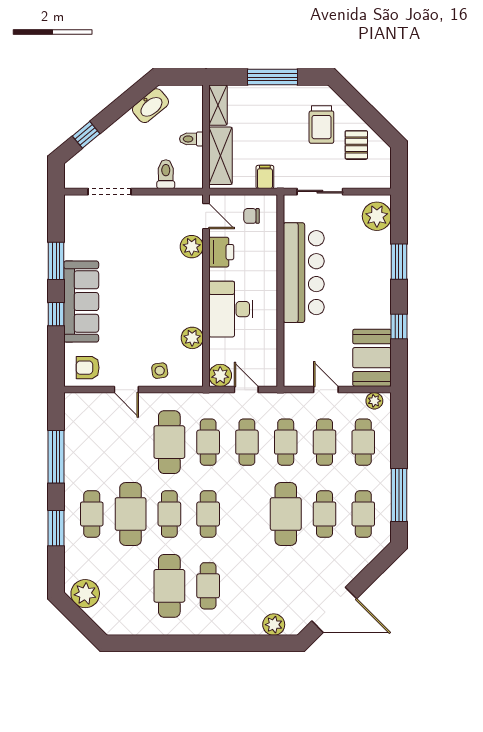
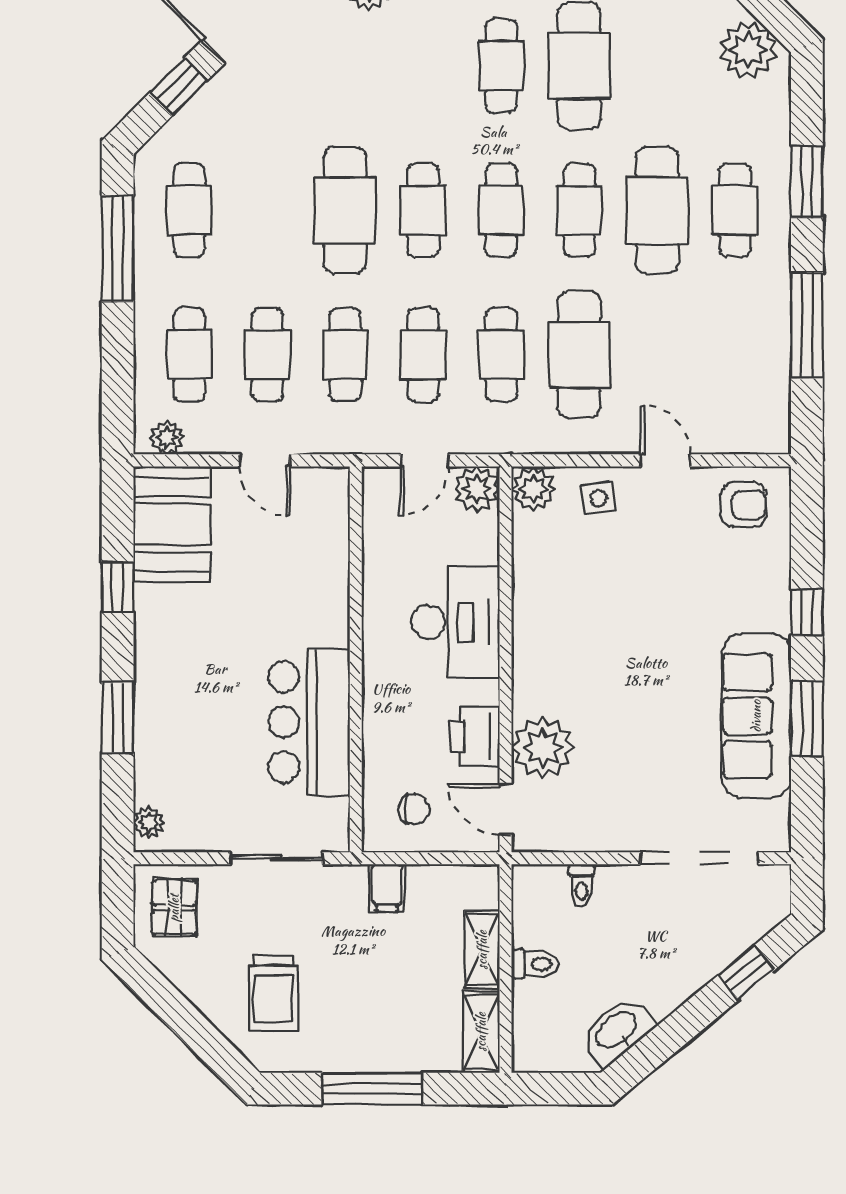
trolley: (321, 124) -> (273, 993), turned 180
pallet: (356, 145) -> (174, 908), moved
shelving: (220, 156) -> (482, 950), width x0.67, depth x0.75
toilet: (166, 174) -> (582, 885), width x0.73, depth x0.72
doorway: (110, 192) -> (699, 858), width x1.36
plant: (377, 216) -> (149, 822), width x0.53, depth x0.53
plant: (192, 247) -> (543, 748), width x1.36, depth x1.36
bar counter: (304, 273) -> (309, 722), width x0.73
sofa: (81, 302) -> (756, 716), moved
plant: (192, 338) -> (533, 489), moved
door: (246, 390) -> (425, 460), hinge flipped
cafe table: (325, 514) -> (423, 210), moved
window: (368, 576) -> (179, 86), added

